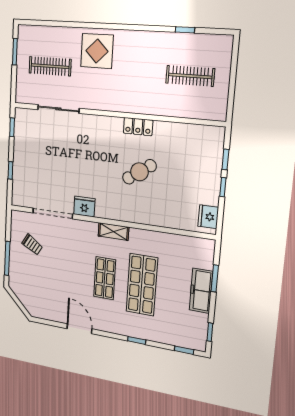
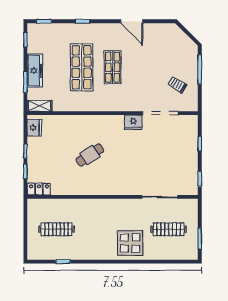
locker: (138, 127) -> (39, 189), moved
shelving: (113, 232) -> (39, 106), moved

